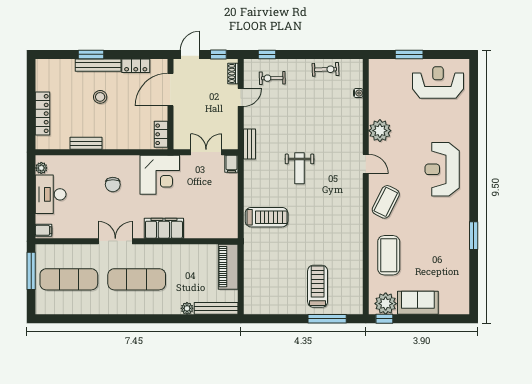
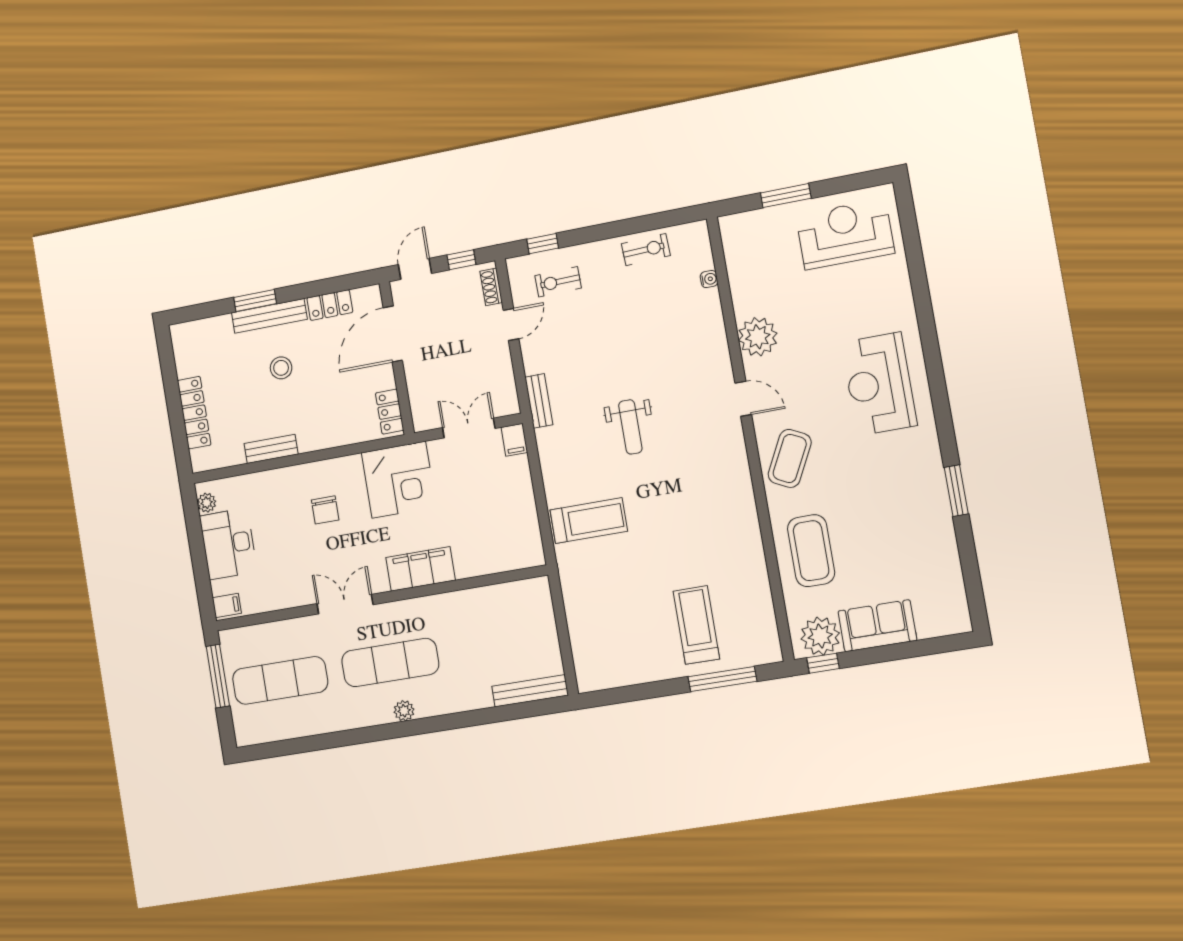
piano: (228, 267) -> (538, 616), removed
plant: (187, 308) -> (404, 711), moved

